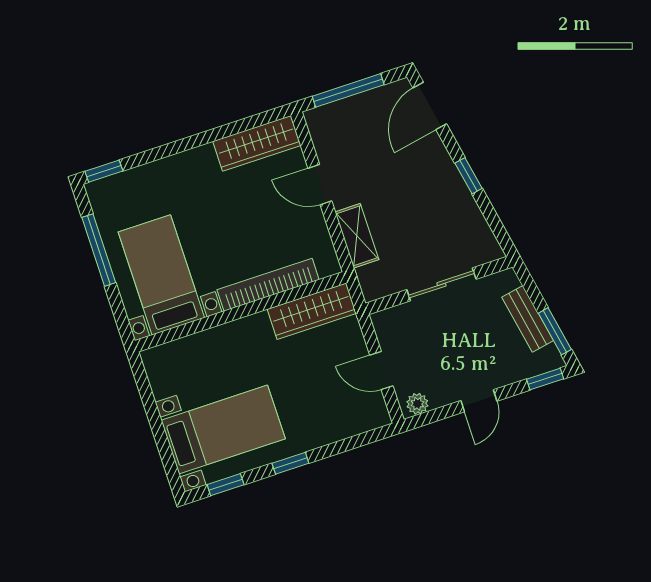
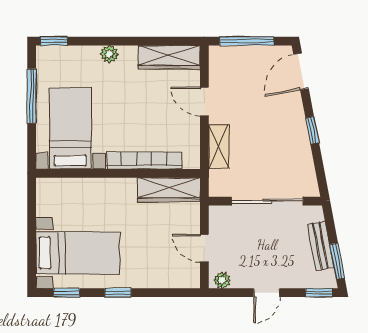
plant: (179, 164) -> (109, 54), added
sliding door: (441, 284) -> (267, 201), width x1.37

